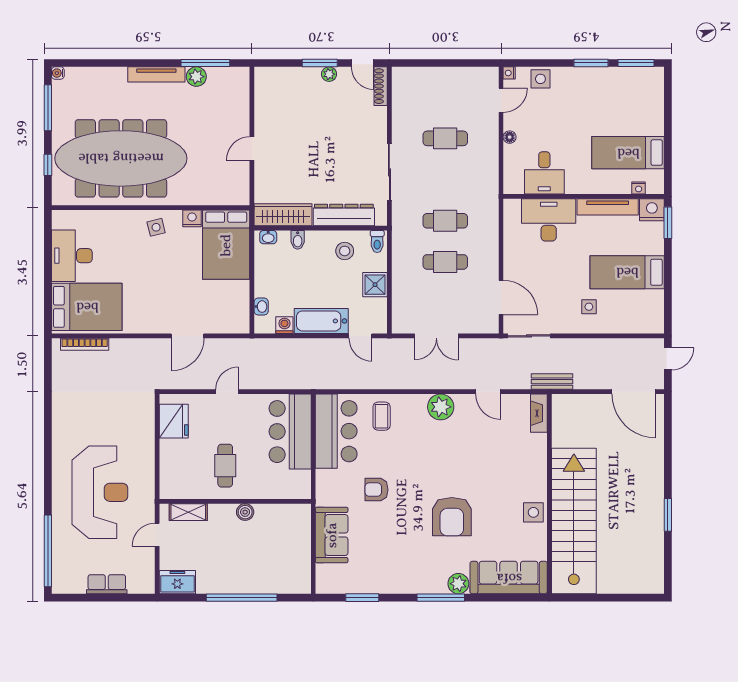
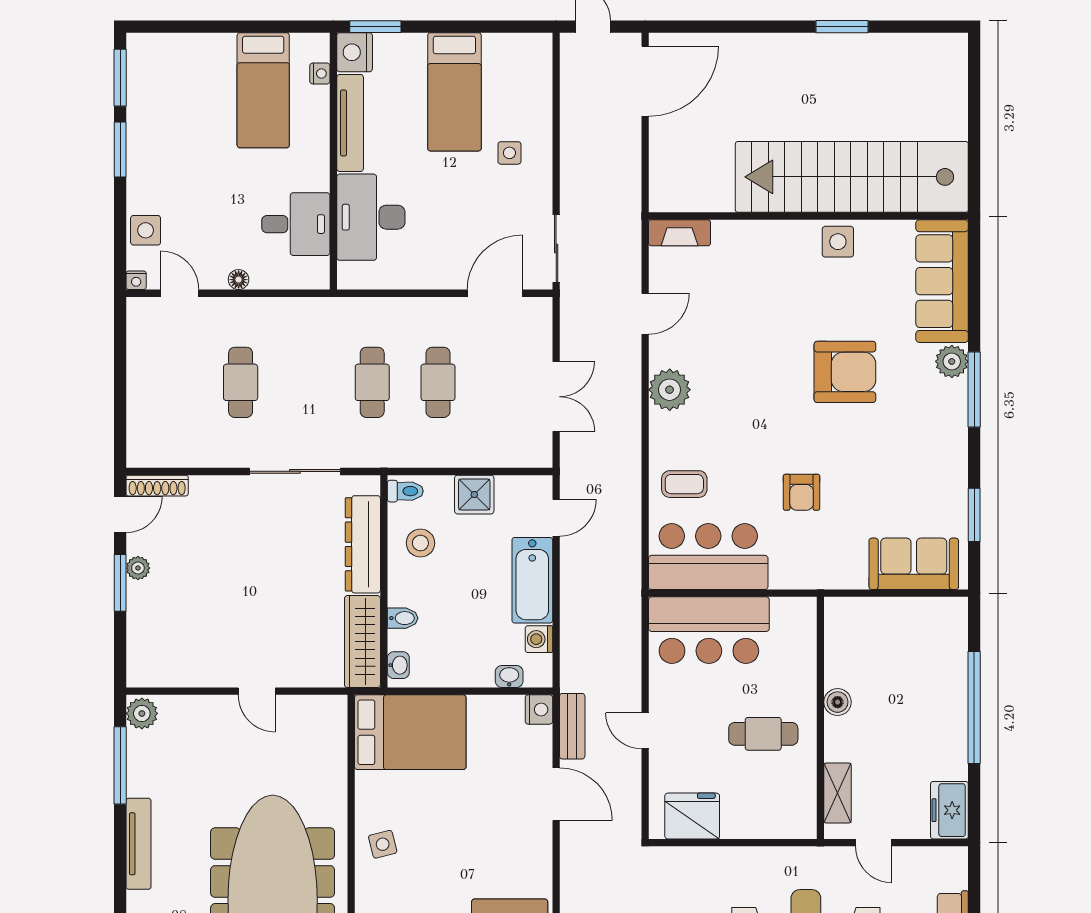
plant: (196, 77) -> (142, 713), moved
nightstand: (192, 218) -> (539, 710), moved, turned 180
bench: (552, 382) -> (572, 726), moved
sofa: (332, 535) -> (914, 564), moved

